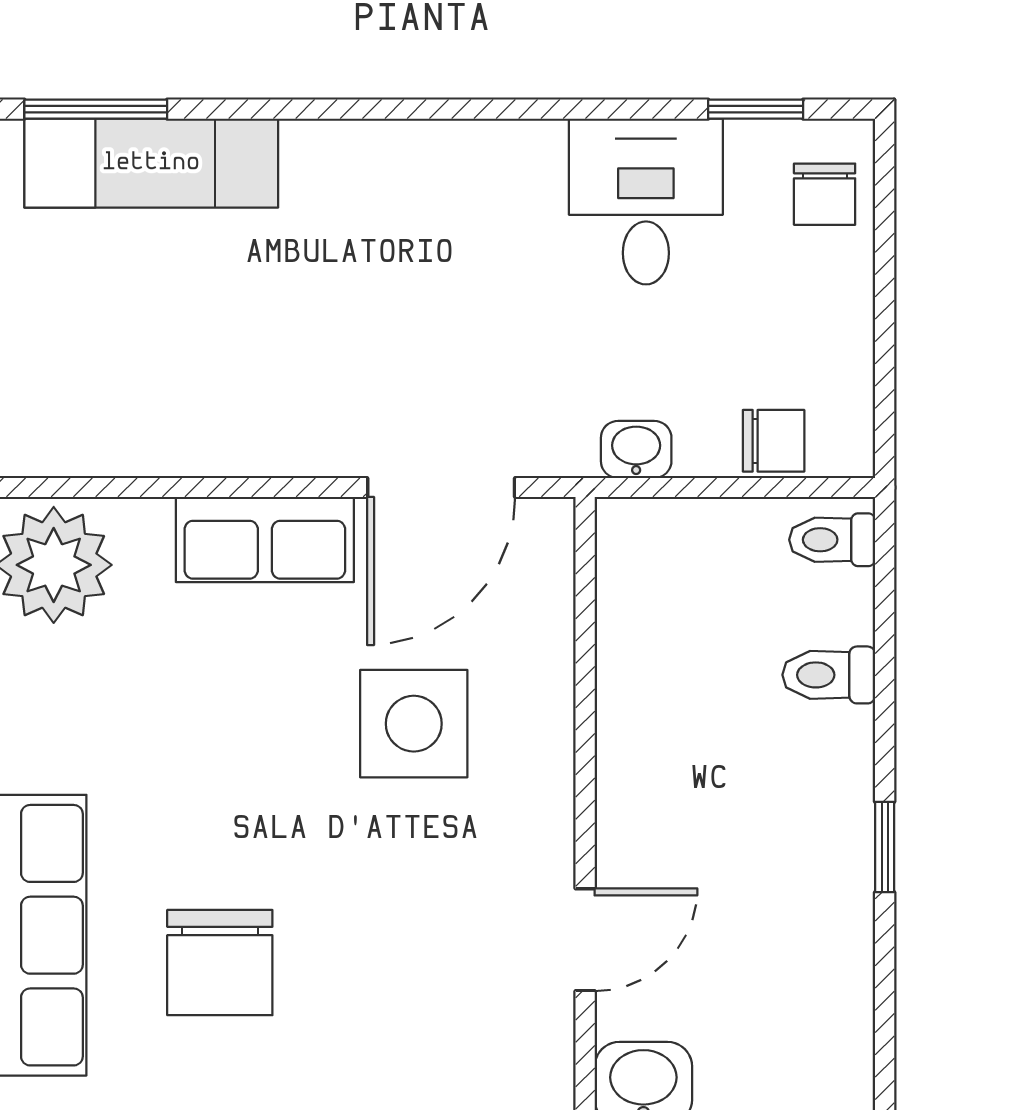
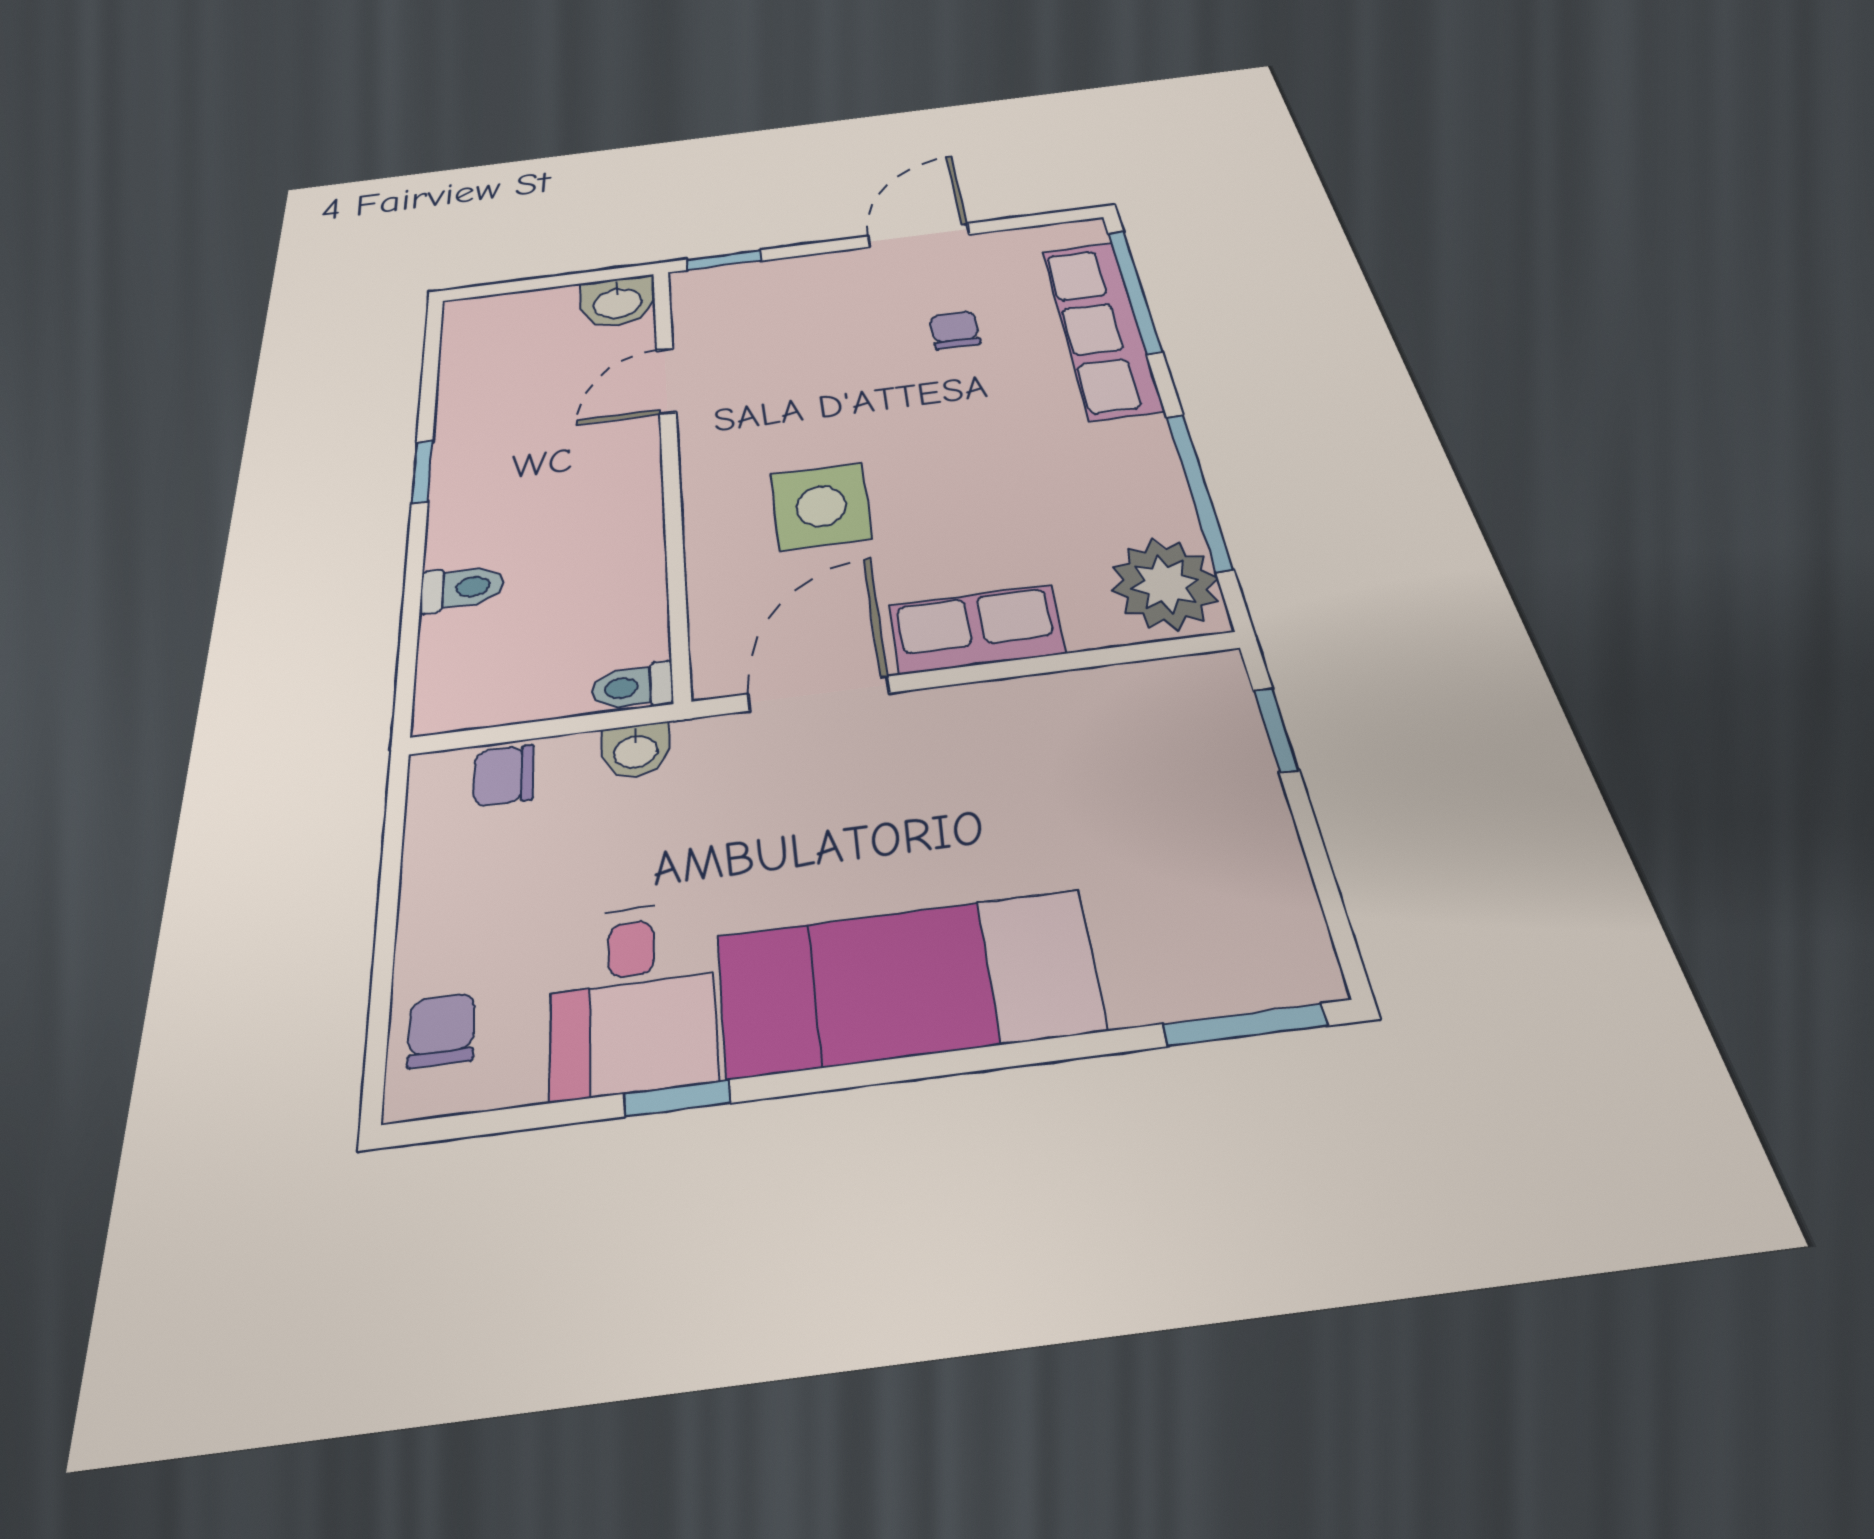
window: (756, 109) -> (677, 1098), moved
exam couch: (151, 163) -> (907, 982), moved, width x1.36, depth x1.45
toilet: (832, 540) -> (633, 687), moved, turned 180
chair: (220, 963) -> (955, 330), width x0.54, depth x0.54

